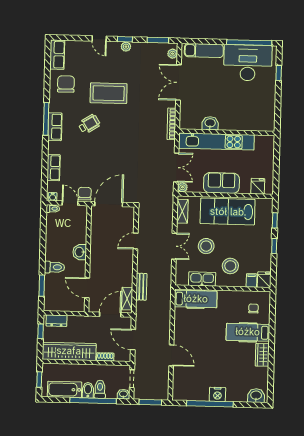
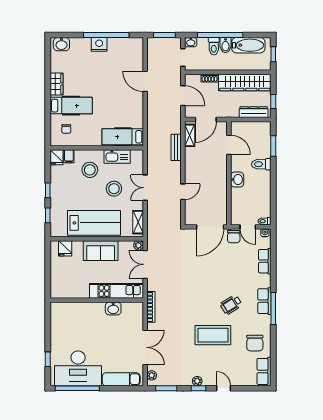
kitchen unit: (216, 142) -> (116, 291), width x0.73
dresser: (56, 321) -> (254, 112), width x1.44

